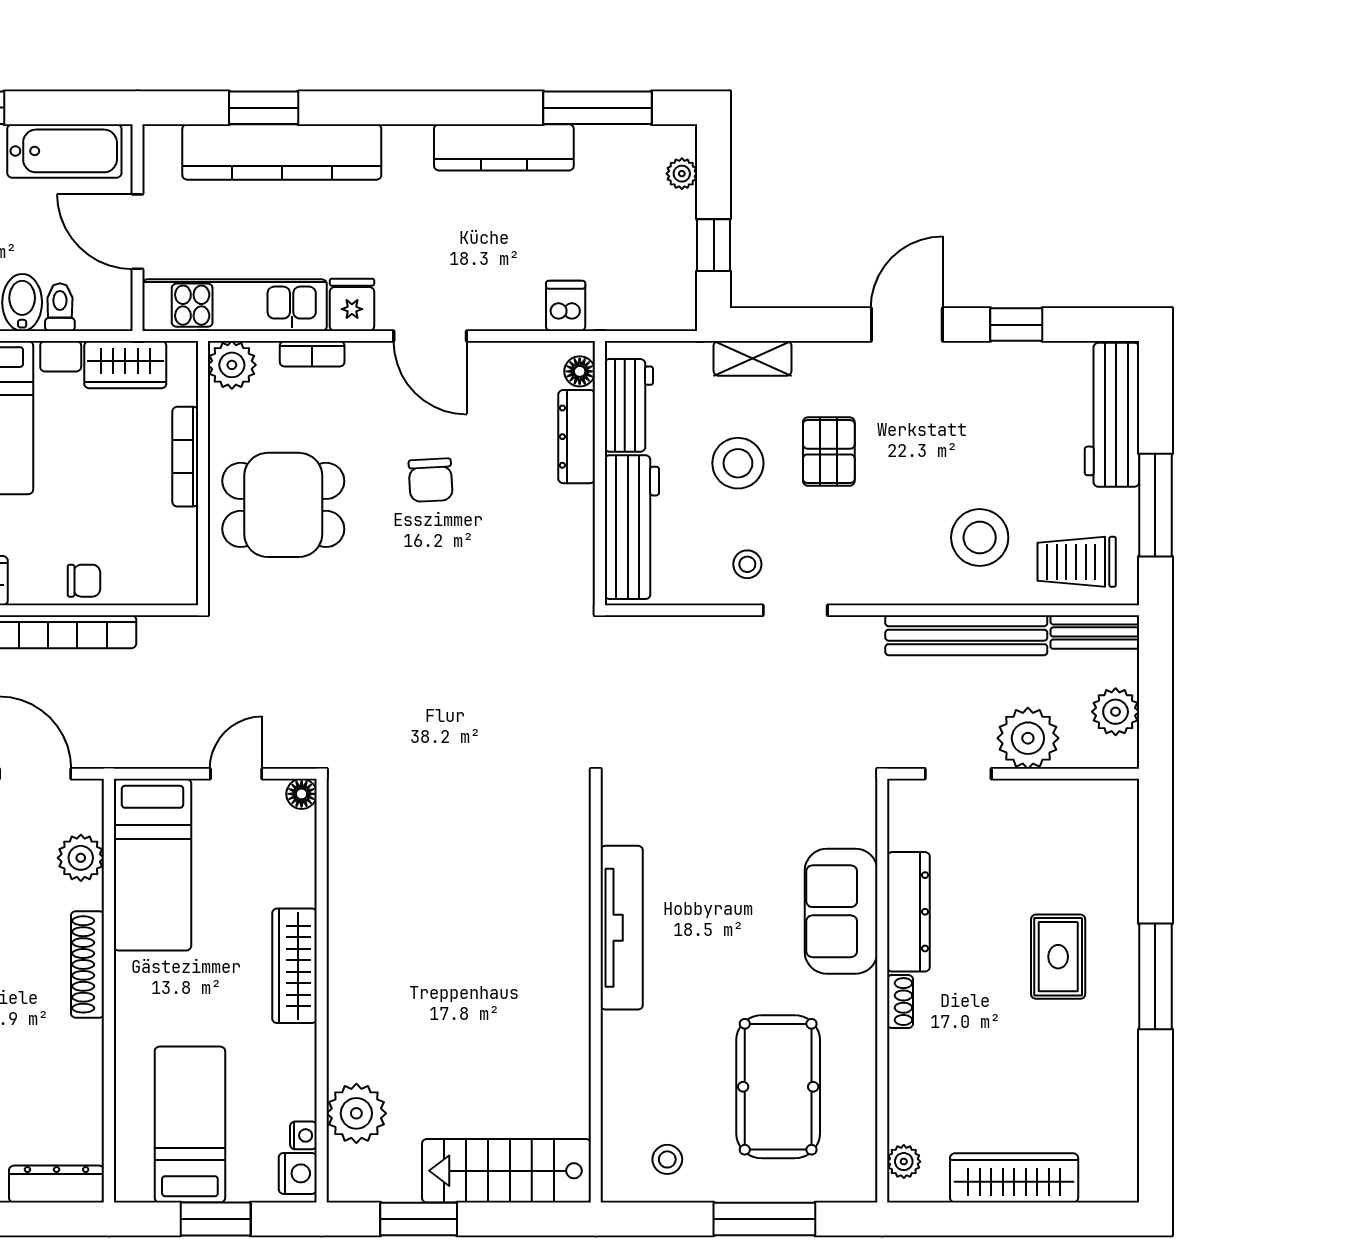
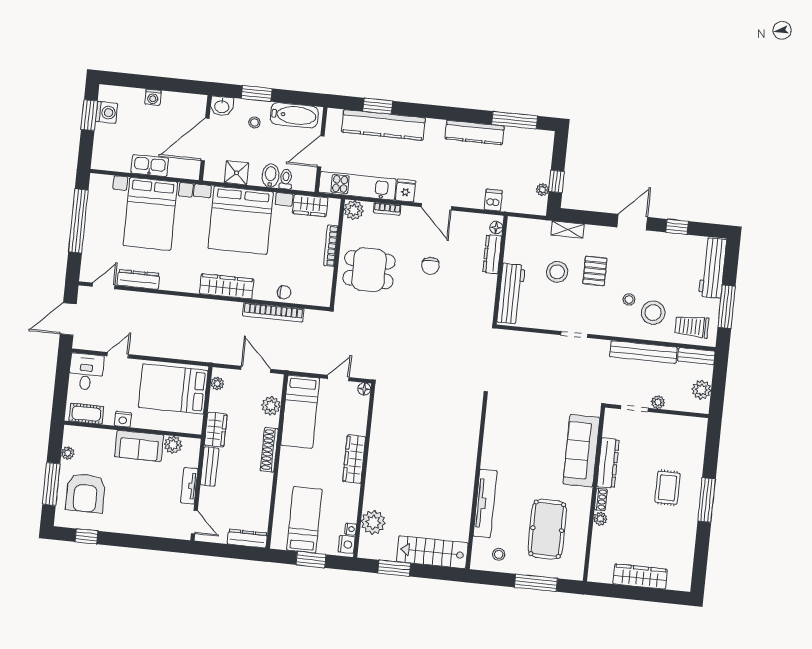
plant: (682, 174) -> (542, 190), moved
door: (138, 232) -> (321, 151), hinge flipped
workbench: (629, 405) -> (515, 244), removed
stool: (747, 564) -> (629, 299), moved
plant: (1028, 738) -> (658, 402), width x0.53, depth x0.53
sofa: (841, 911) -> (581, 451), width x1.36
tv unit: (622, 928) -> (485, 503), moved
plant: (904, 1162) -> (600, 519), moved

